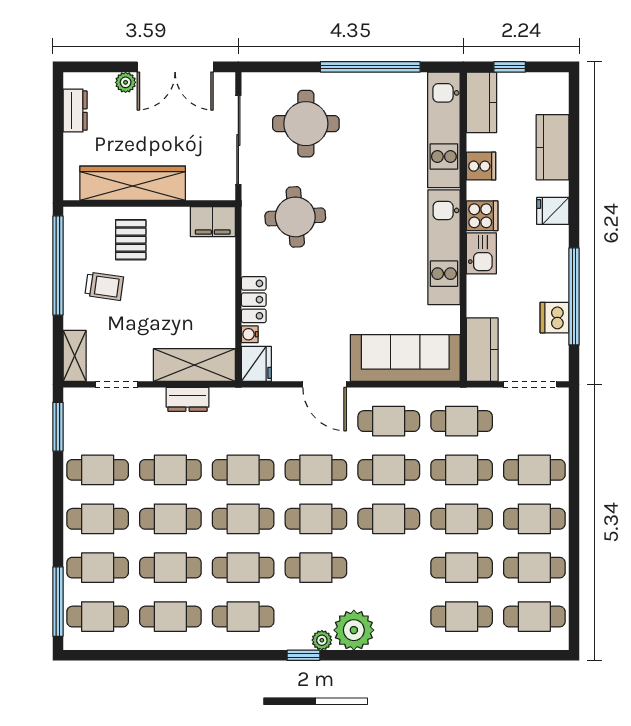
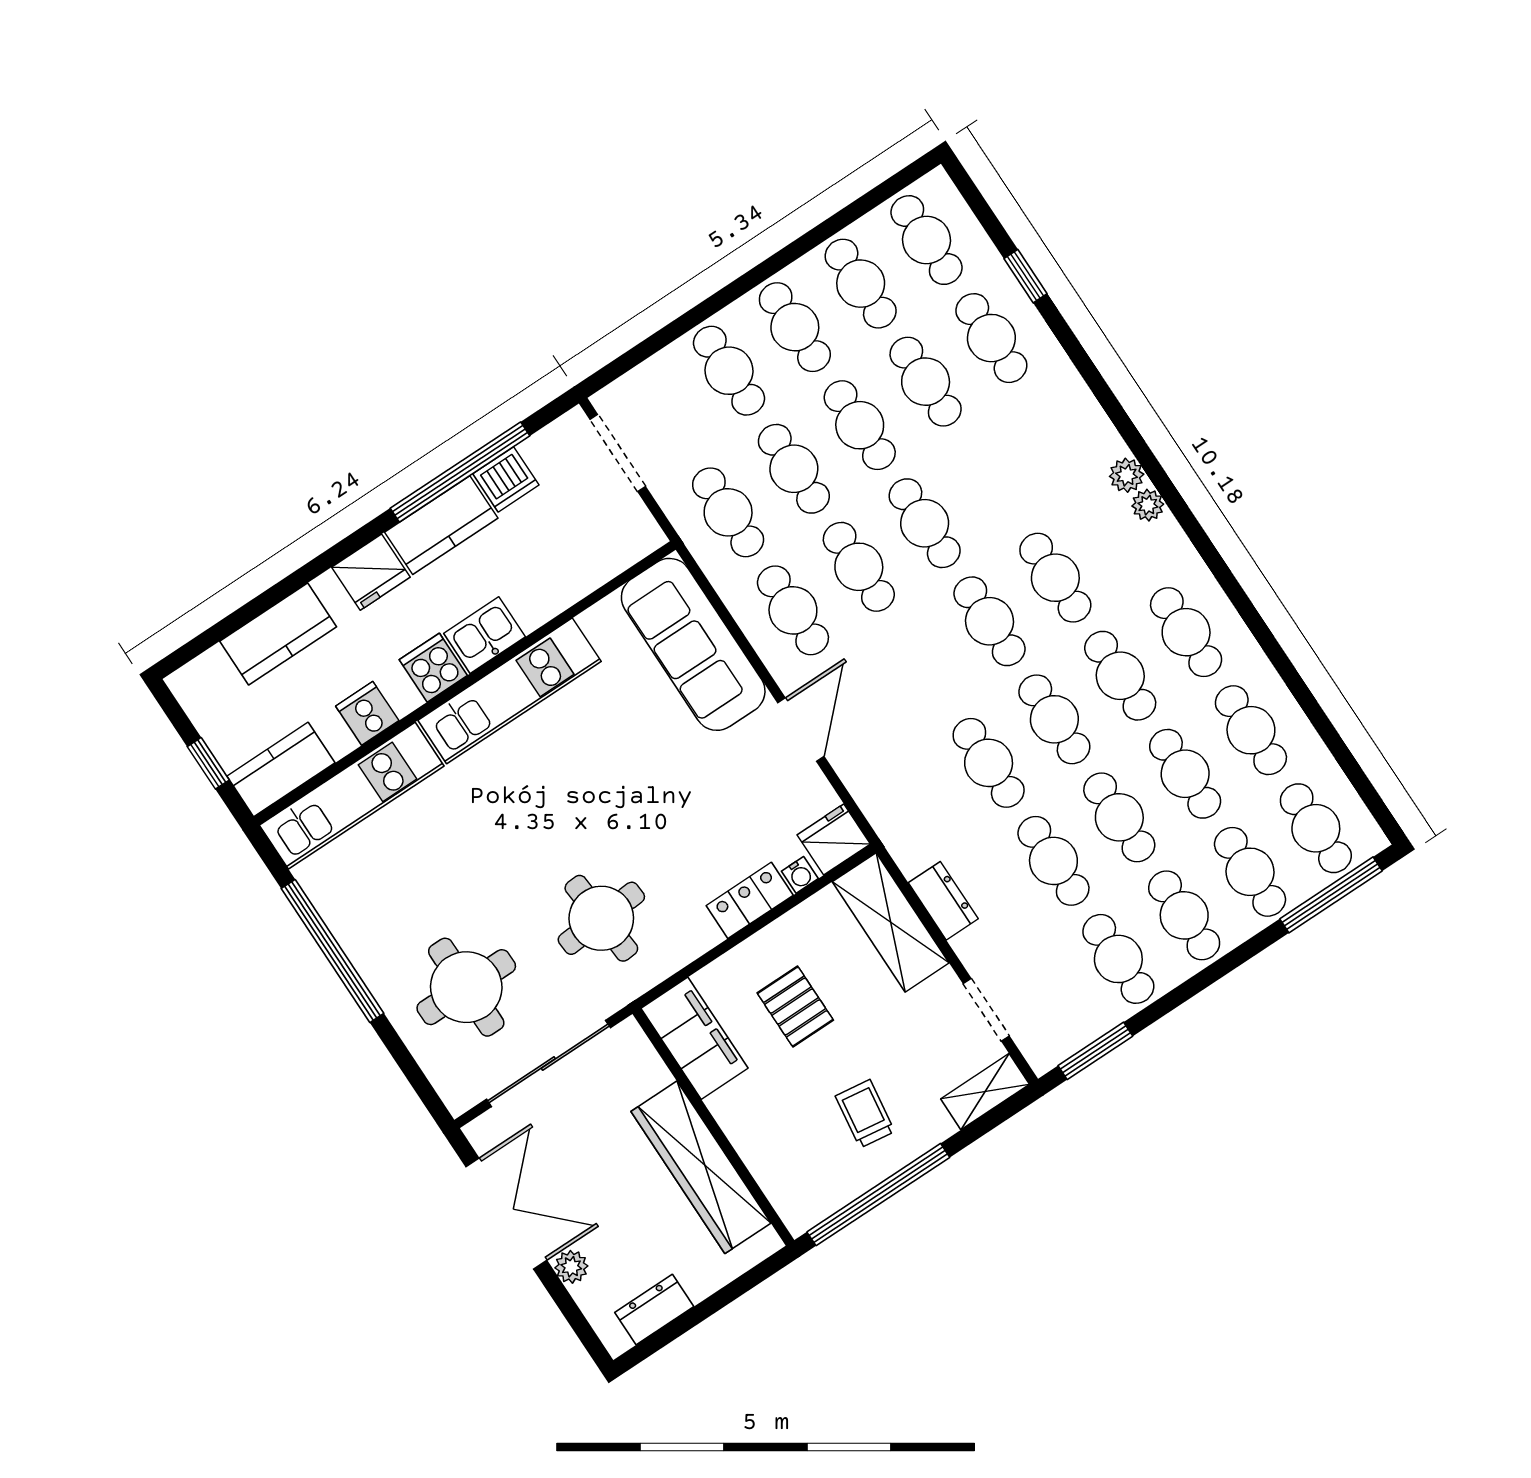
fridge: (553, 211) -> (371, 572), width x1.38
filing cabinet: (213, 222) -> (694, 1038), width x1.50, depth x1.17
pallet: (131, 240) -> (795, 1007), moved, turned 90
kitchen counter: (482, 350) -> (441, 525), moved, turned 180
cafe table: (316, 470) -> (924, 665), removed
plant: (354, 630) -> (1127, 475), width x0.53, depth x0.53
window: (303, 655) -> (1025, 276), moved

